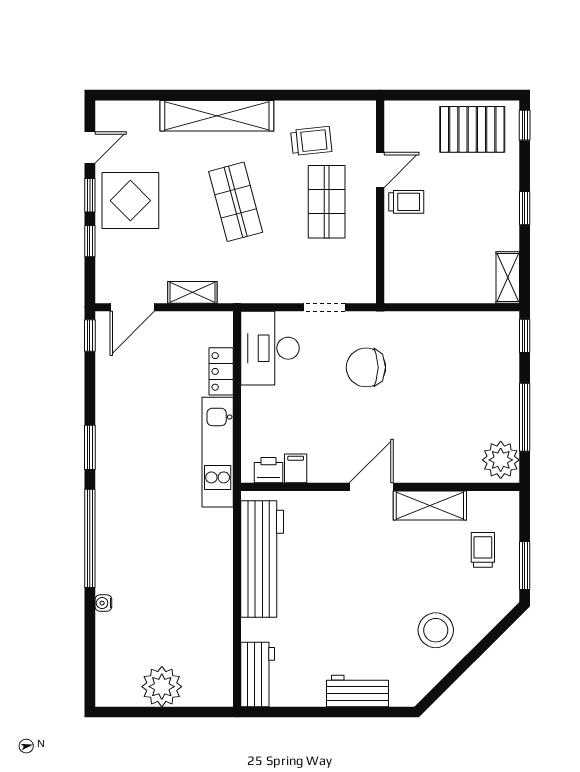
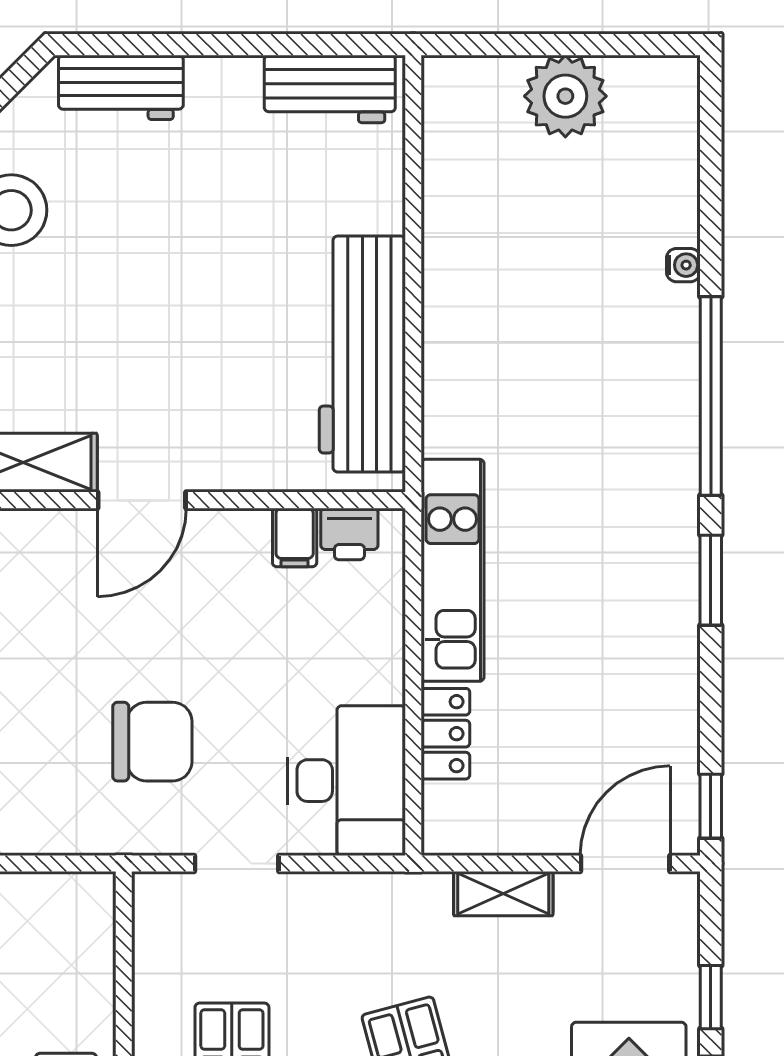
workbench: (258, 675) -> (330, 89), moved, turned -90
workbench: (357, 691) -> (121, 87), moved

